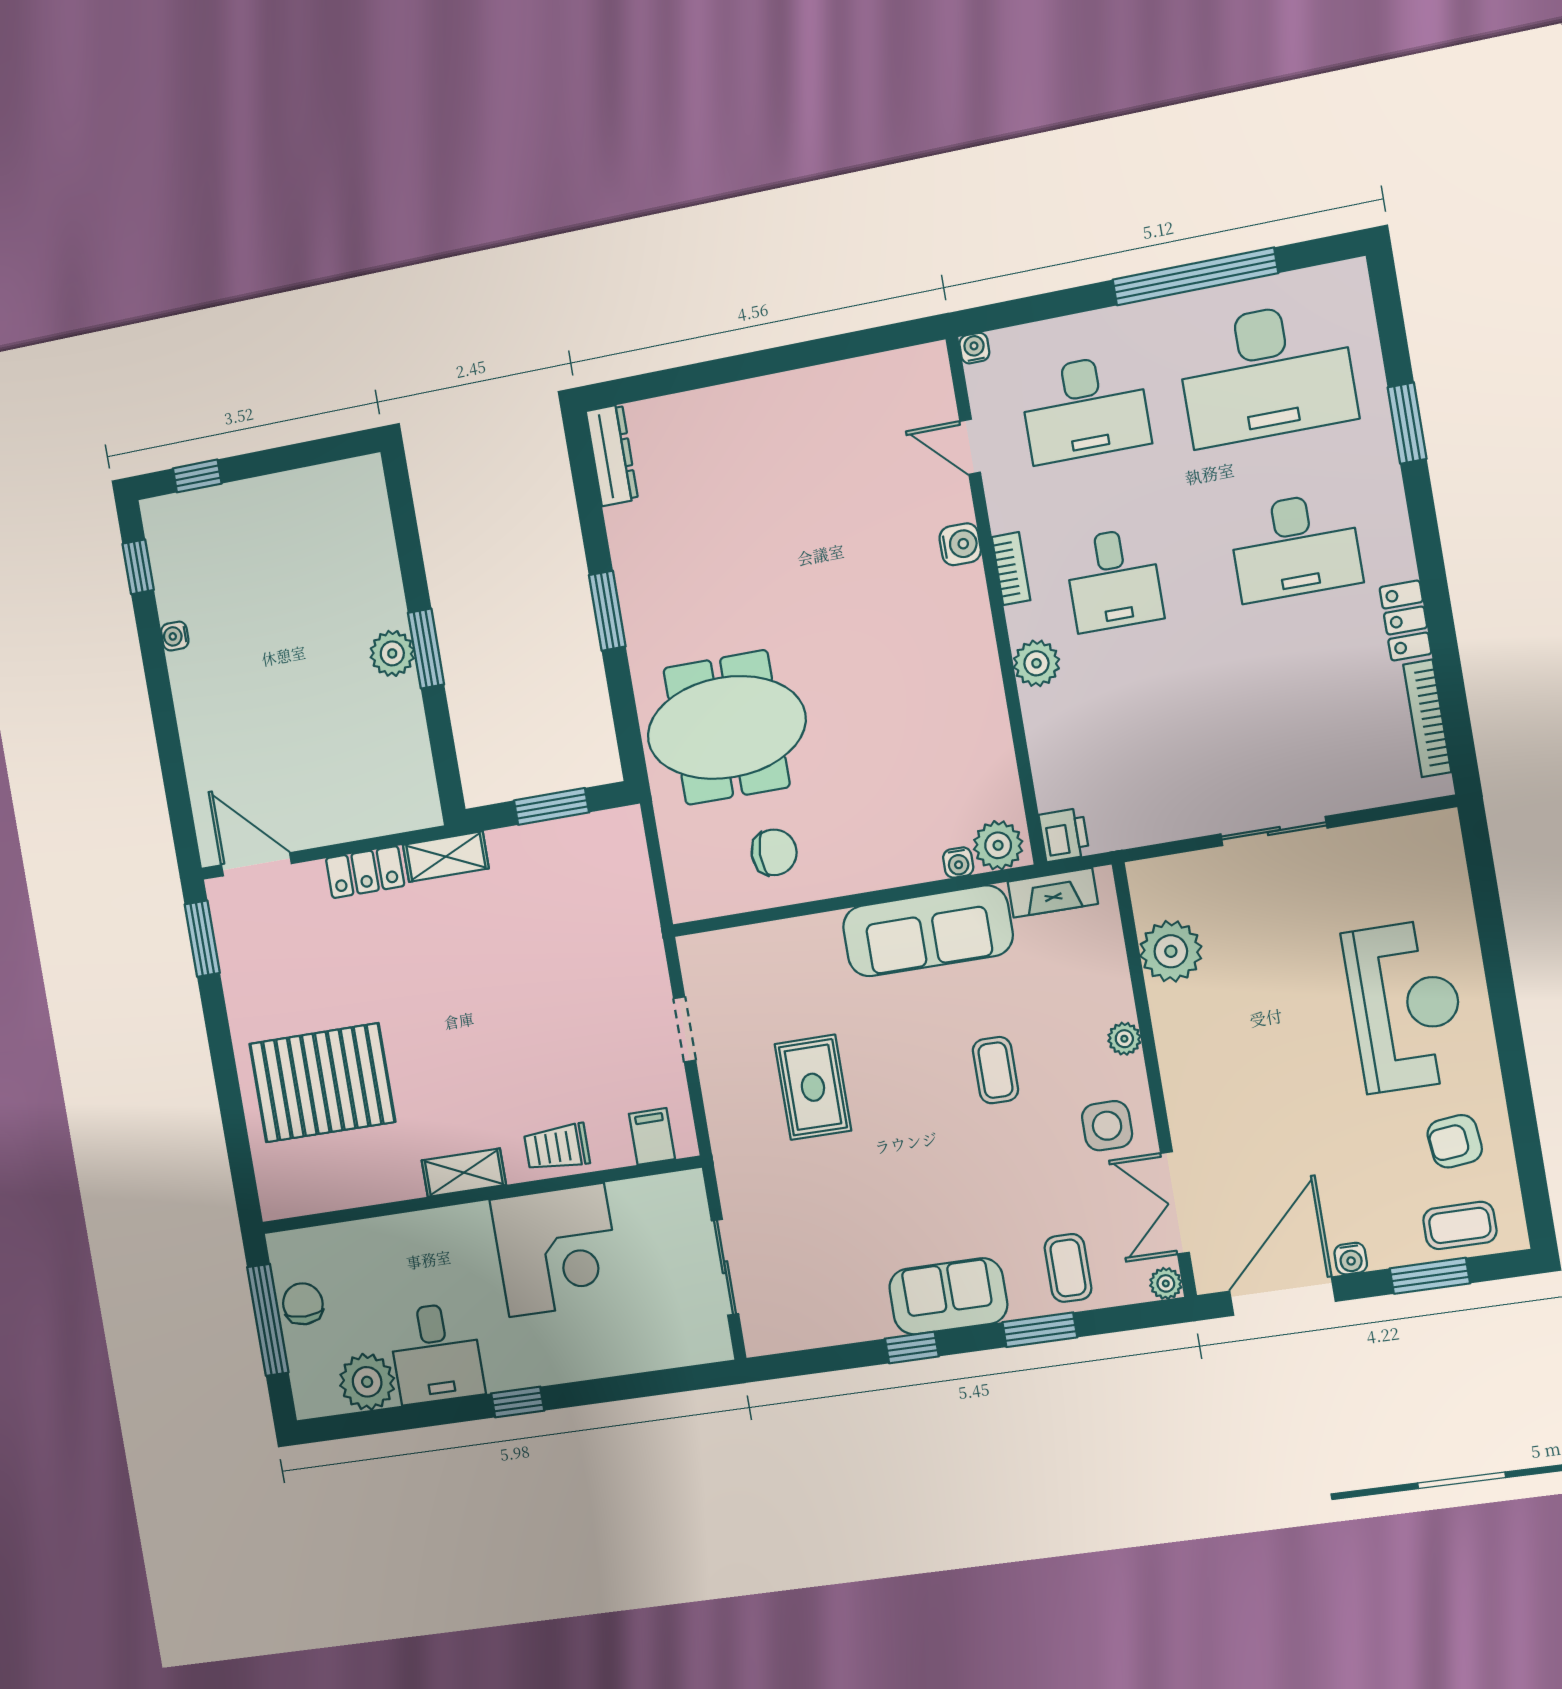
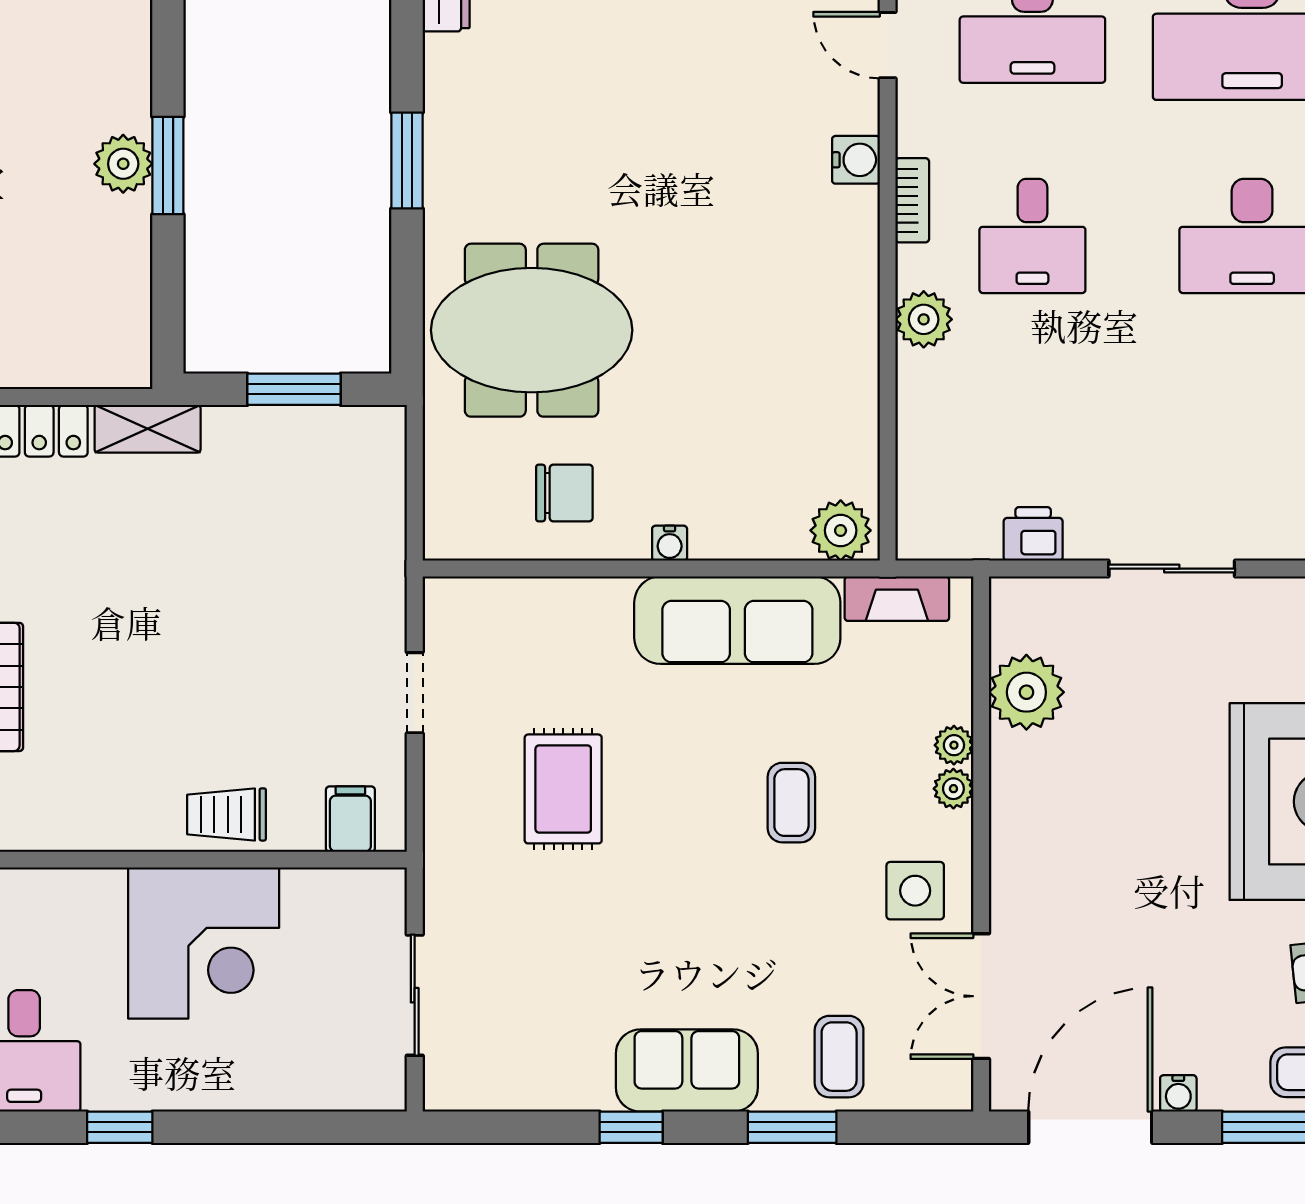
printer: (1064, 835) -> (1033, 534), moved, turned -90
water cooler: (958, 863) -> (670, 543), moved
shelving: (464, 1173) -> (101, 828), removed
plant: (1166, 1283) -> (954, 745), moved

